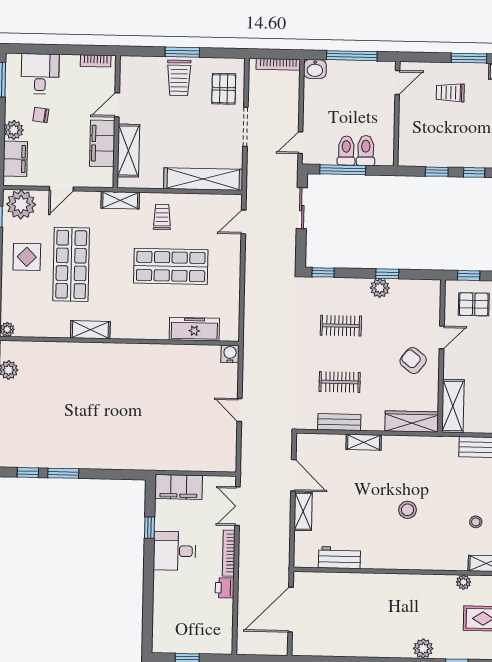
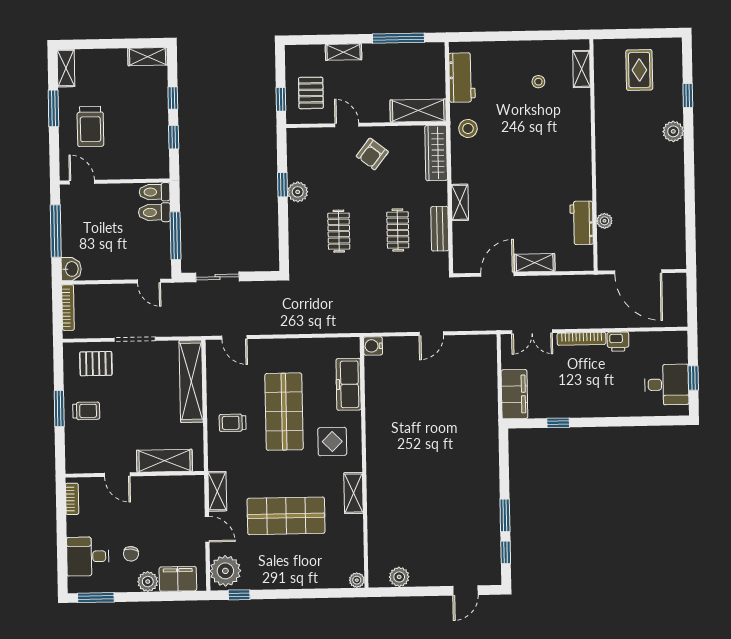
trolley: (179, 78) -> (86, 411), width x0.73, depth x0.72
trolley: (450, 93) -> (90, 126), width x1.36, depth x1.39
filing cabinet: (102, 143) -> (158, 488), removed
toilet: (346, 151) -> (155, 192), moved
shelving: (120, 200) -> (217, 491), moved
display table: (27, 257) -> (332, 442), moved
window: (323, 272) -> (284, 252), removed
stool: (408, 510) -> (468, 128), moved
desk: (175, 551) -> (667, 385), moved, turned -90
plant: (463, 582) -> (604, 221), moved

